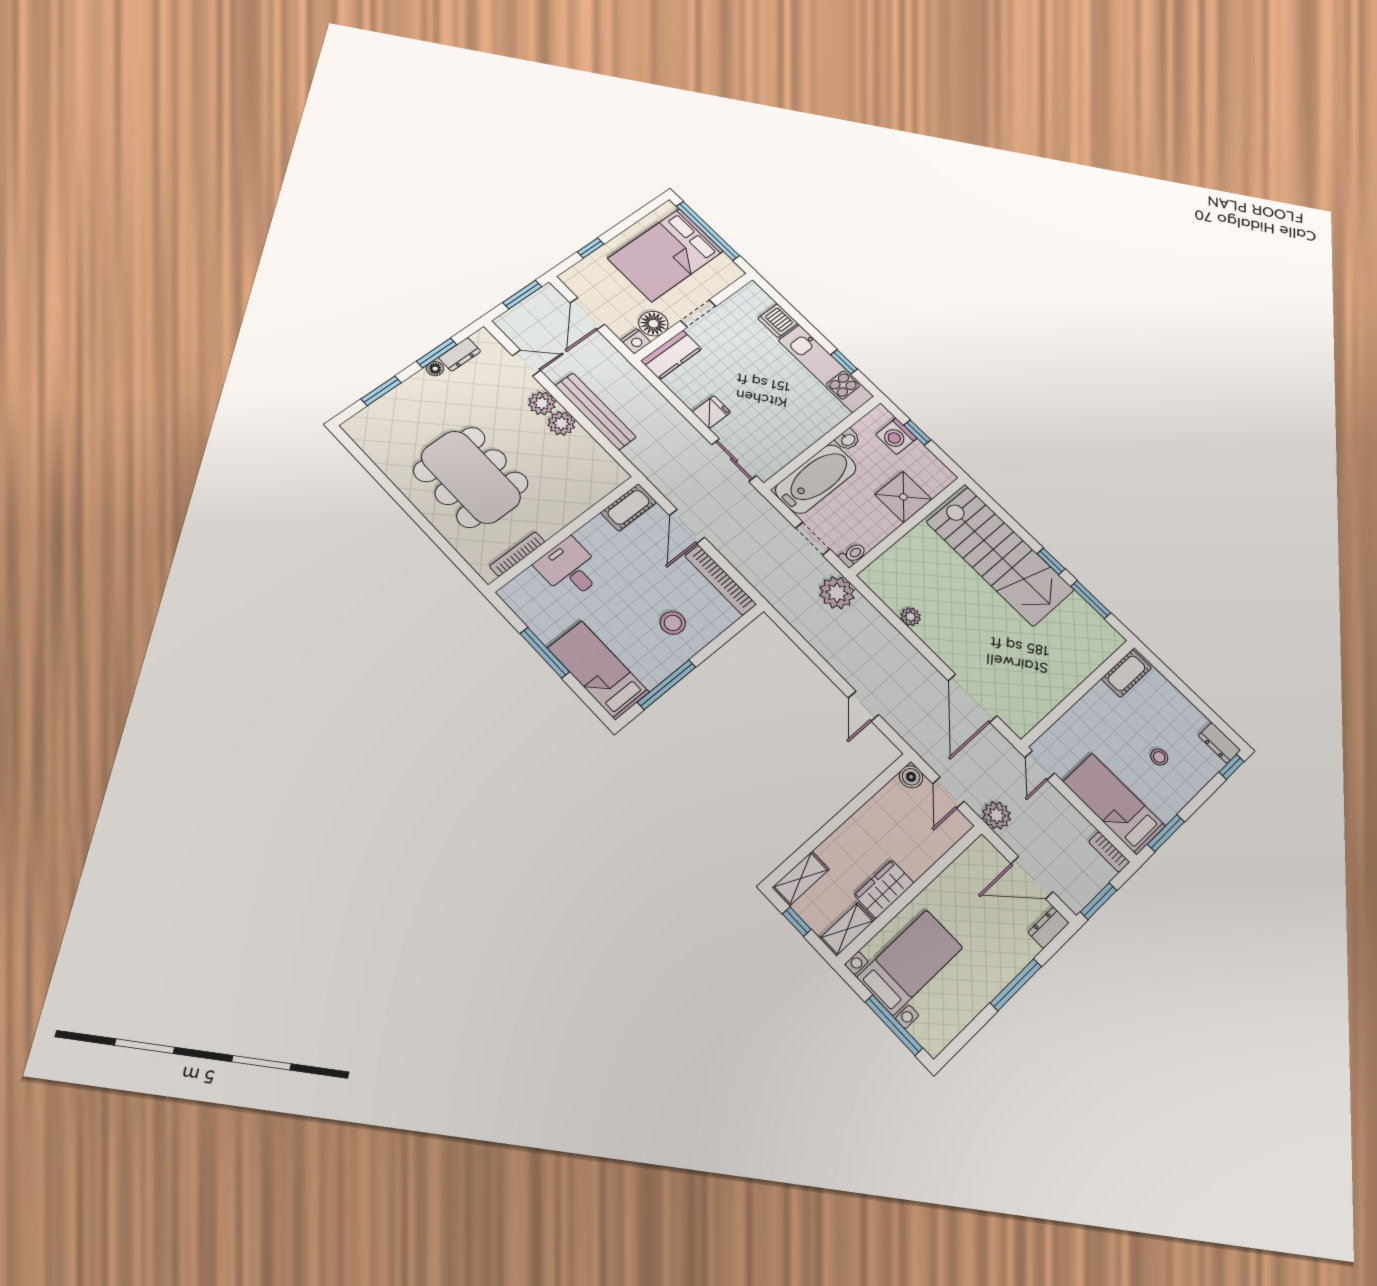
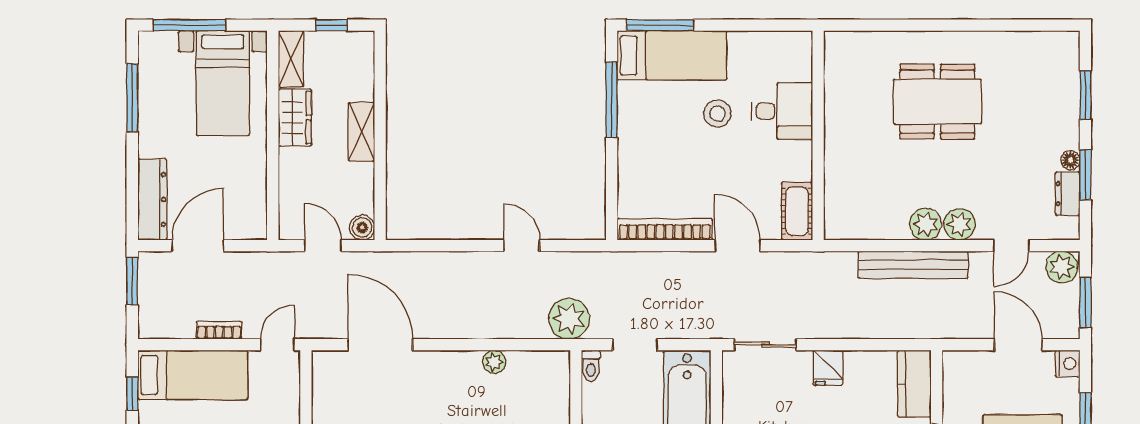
floor lamp: (653, 324) -> (959, 396), removed
nightstand: (636, 341) -> (1068, 364), moved, turned 180
dining table: (471, 477) -> (937, 102), width x0.73, depth x0.80
bookcase: (517, 554) -> (832, 79), removed
stool: (673, 623) -> (717, 114), moved
window: (545, 653) -> (660, 25), moved
door: (864, 706) -> (522, 246), moved
door: (1040, 765) -> (277, 345), hinge flipped
plant: (997, 815) -> (1061, 267), moved
window: (1166, 833) -> (132, 394), width x0.67
bookcase: (1109, 852) -> (219, 330), moved
shelving: (801, 878) -> (361, 132), moved
dresser: (1049, 928) -> (152, 199), width x1.96, depth x1.24
window: (1016, 985) -> (132, 98), moved

